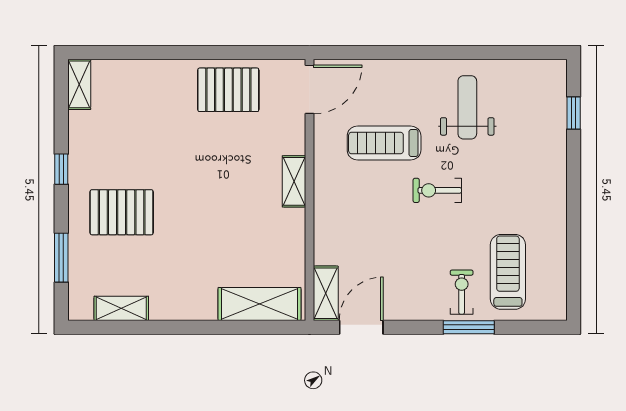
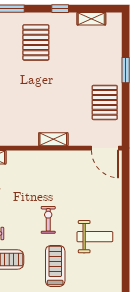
window: (171, 52) -> (126, 70), added
shelving: (79, 84) -> (91, 19), moved
treadmill: (384, 143) -> (55, 266), moved

